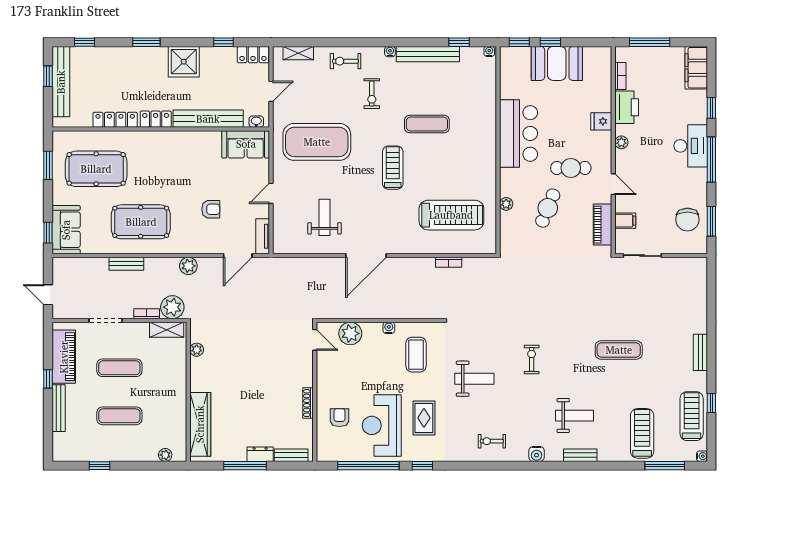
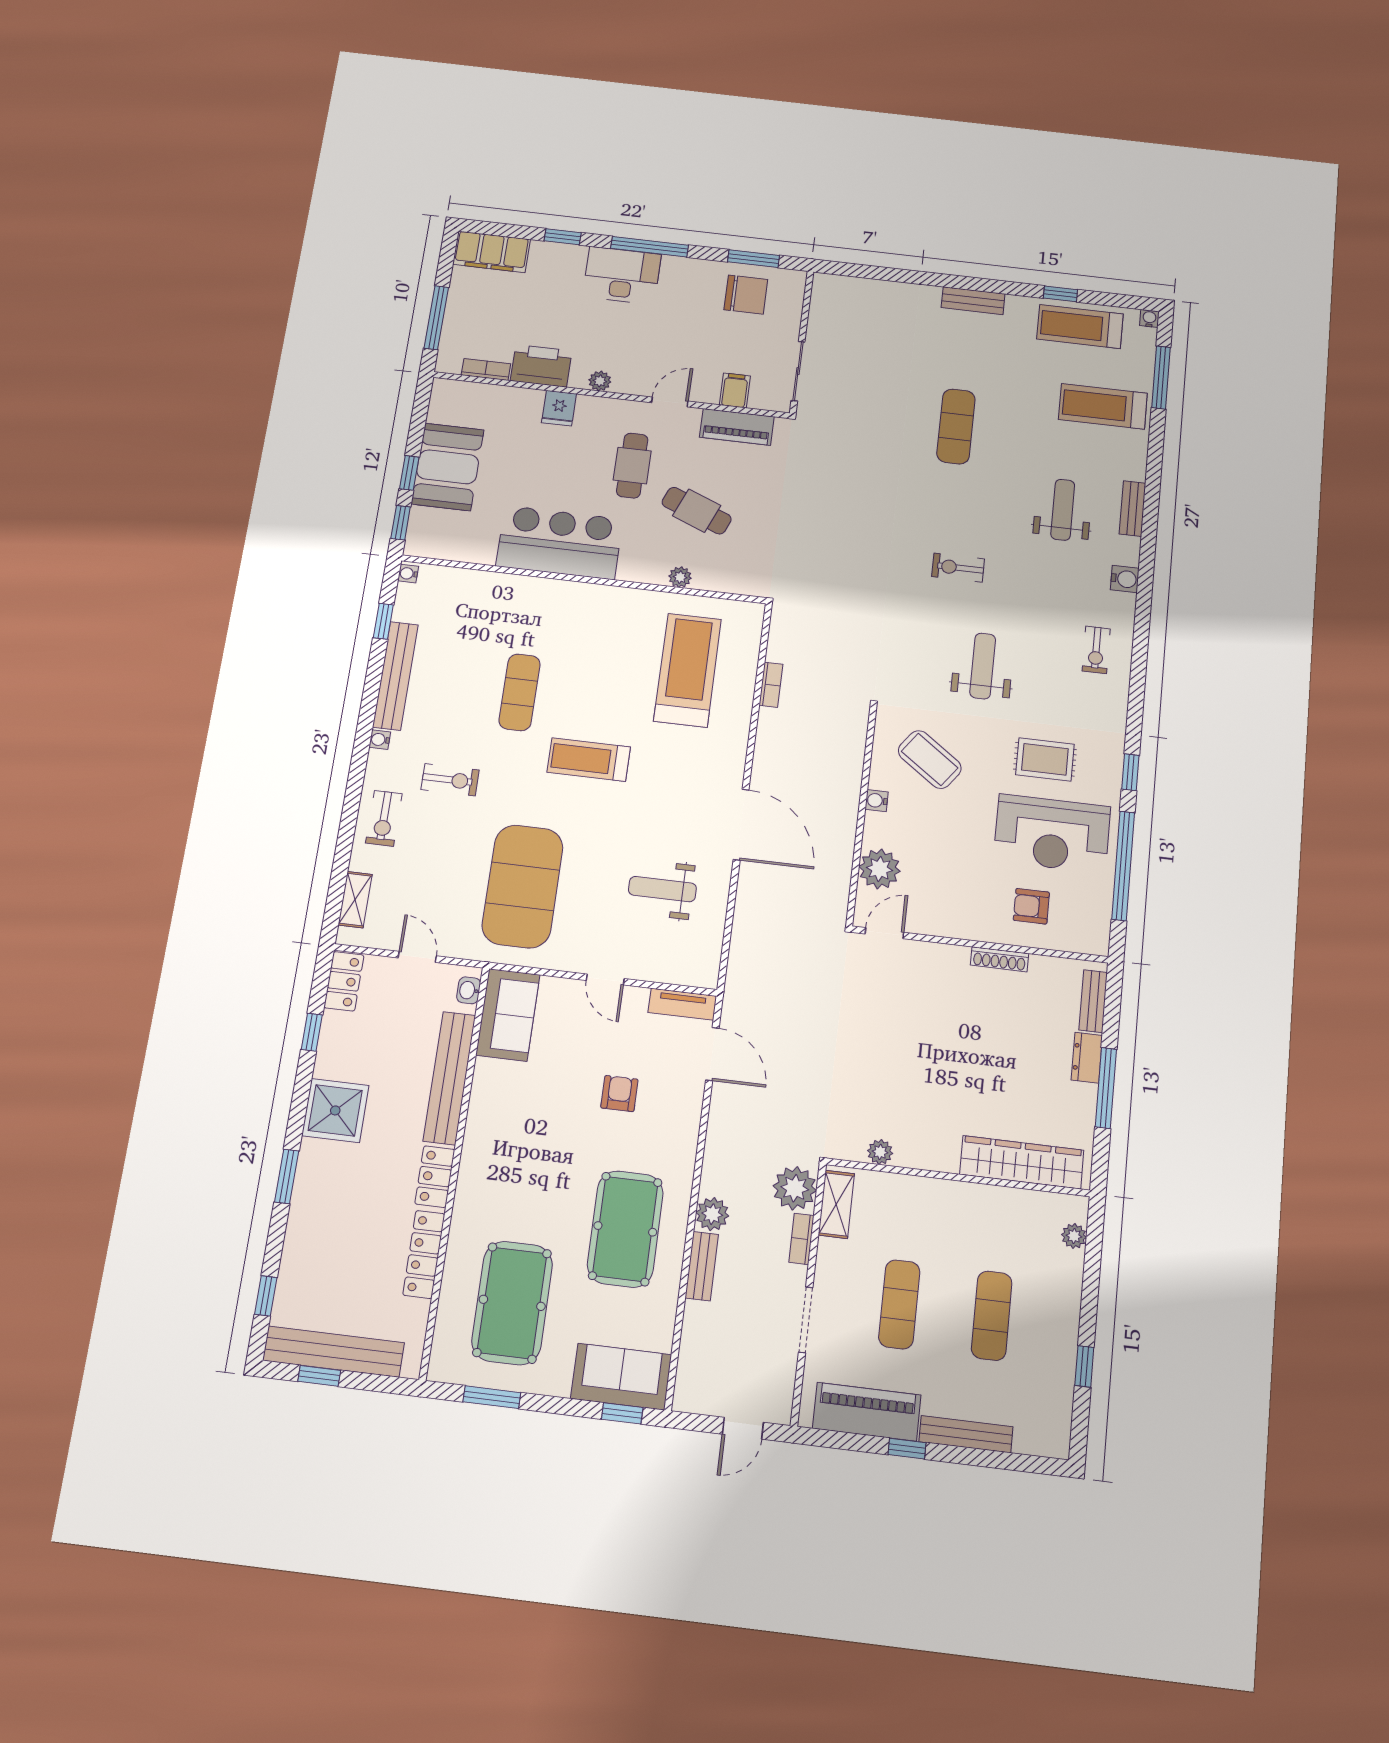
plant: (188, 266) -> (712, 1214), moved
coffee table: (416, 355) -> (930, 759), turned 36

